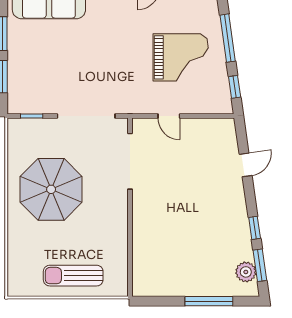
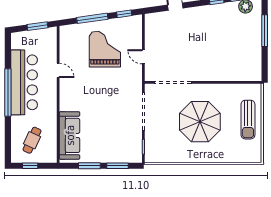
door: (169, 116) -> (143, 57), swing flipped
parasol: (51, 189) -> (200, 122), moved

